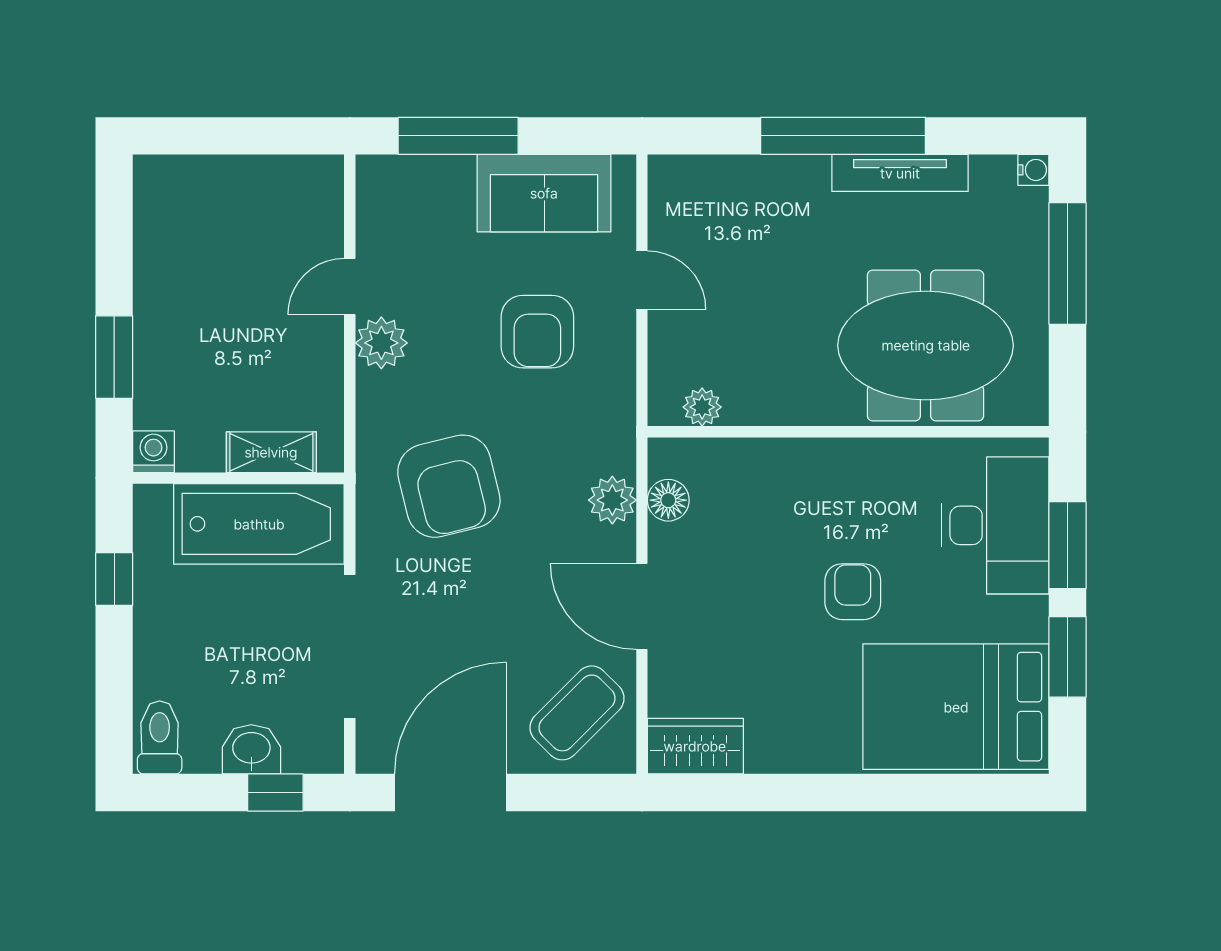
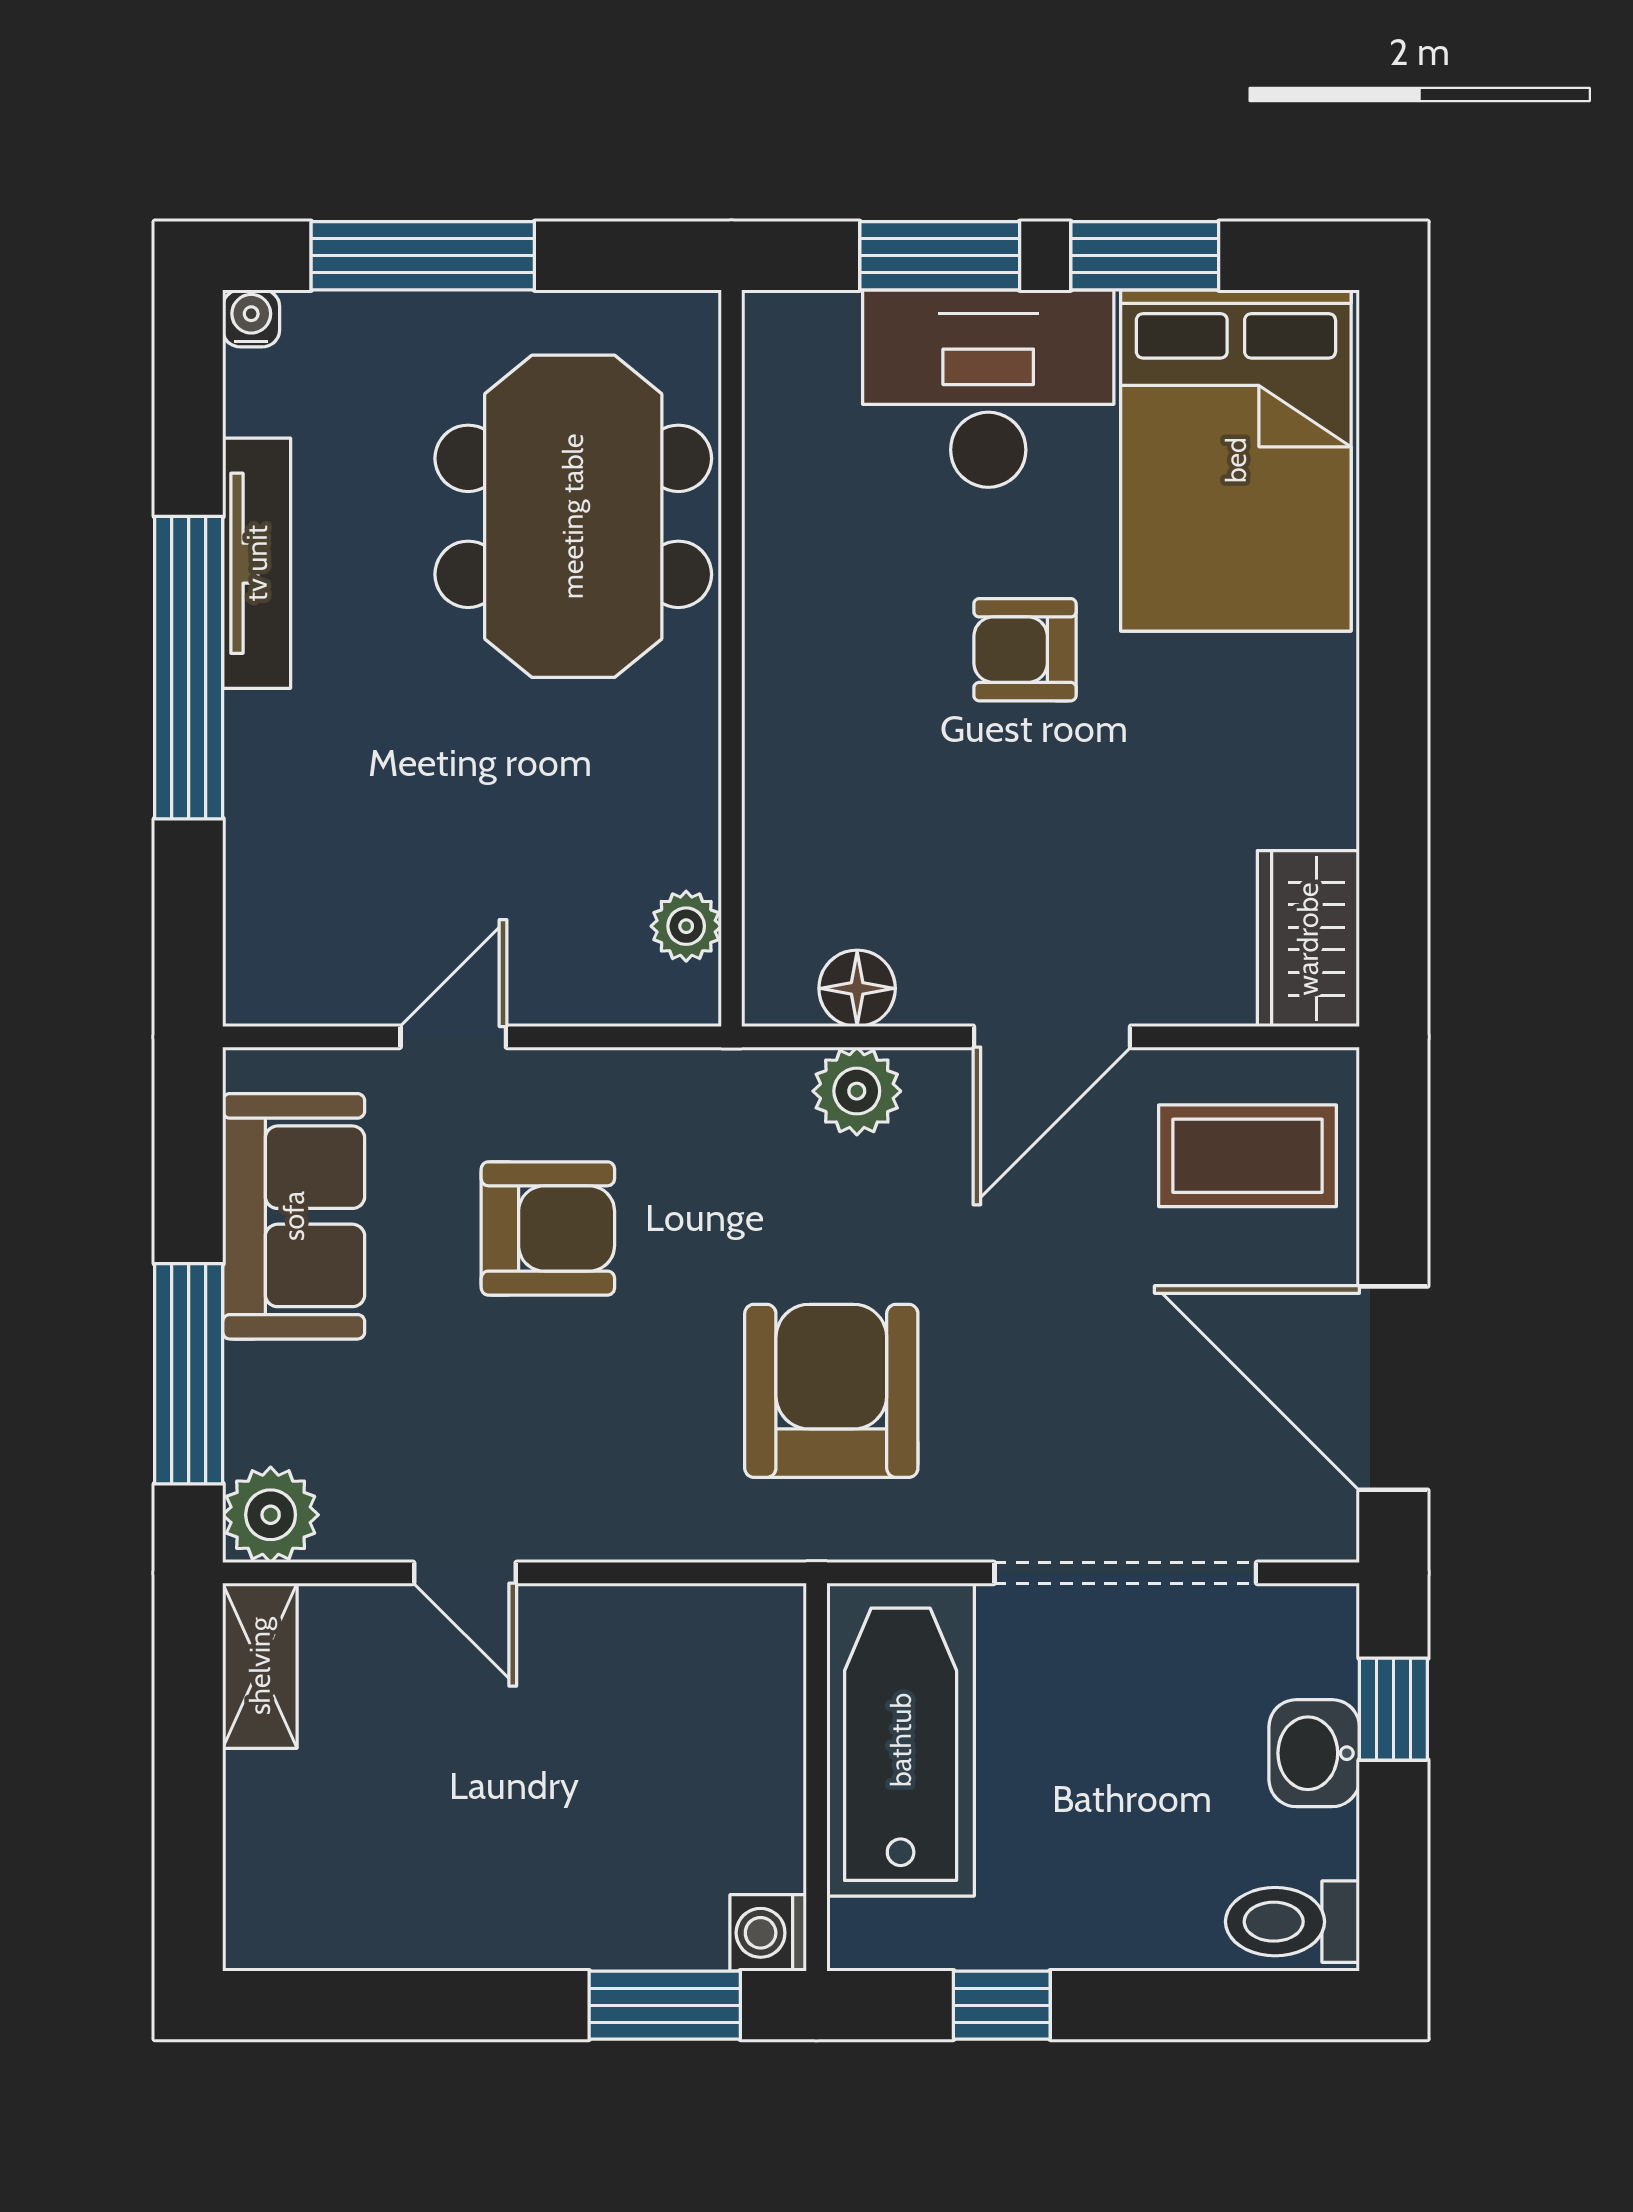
plant: (381, 343) -> (271, 1515), moved
window: (114, 357) -> (665, 2005), moved
shelving: (271, 452) -> (260, 1666), moved
armchair: (449, 486) -> (831, 1391), turned -76
desk: (995, 525) -> (988, 389), moved
coffee table: (577, 713) -> (1247, 1156), turned -45

